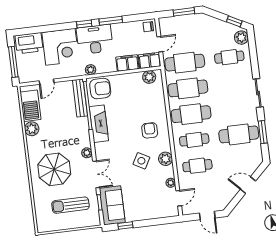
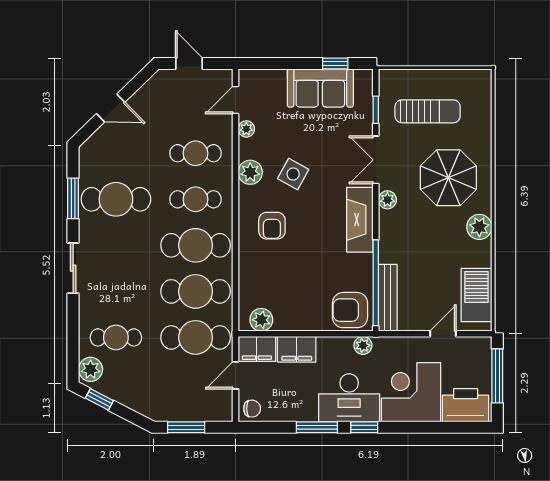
fireplace: (99, 124) -> (360, 220), moved
plant: (32, 129) -> (479, 227), moved
sofa: (112, 205) -> (320, 88), moved, turned -90

